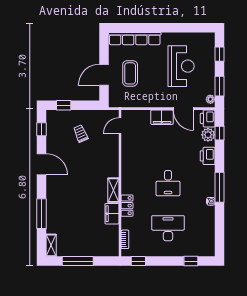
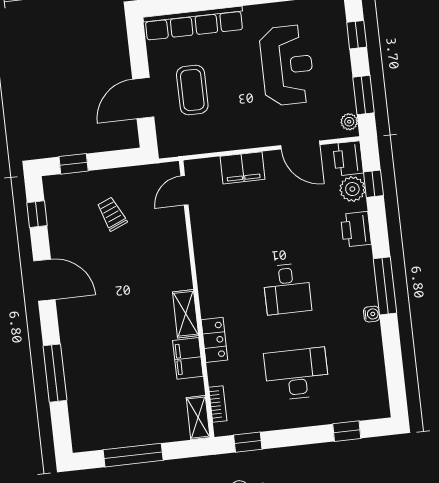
filing cabinet: (162, 117) -> (243, 168), moved
shelving: (51, 245) -> (198, 418), moved

